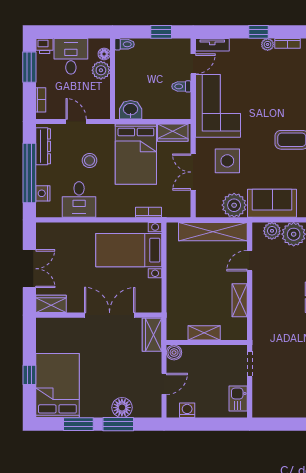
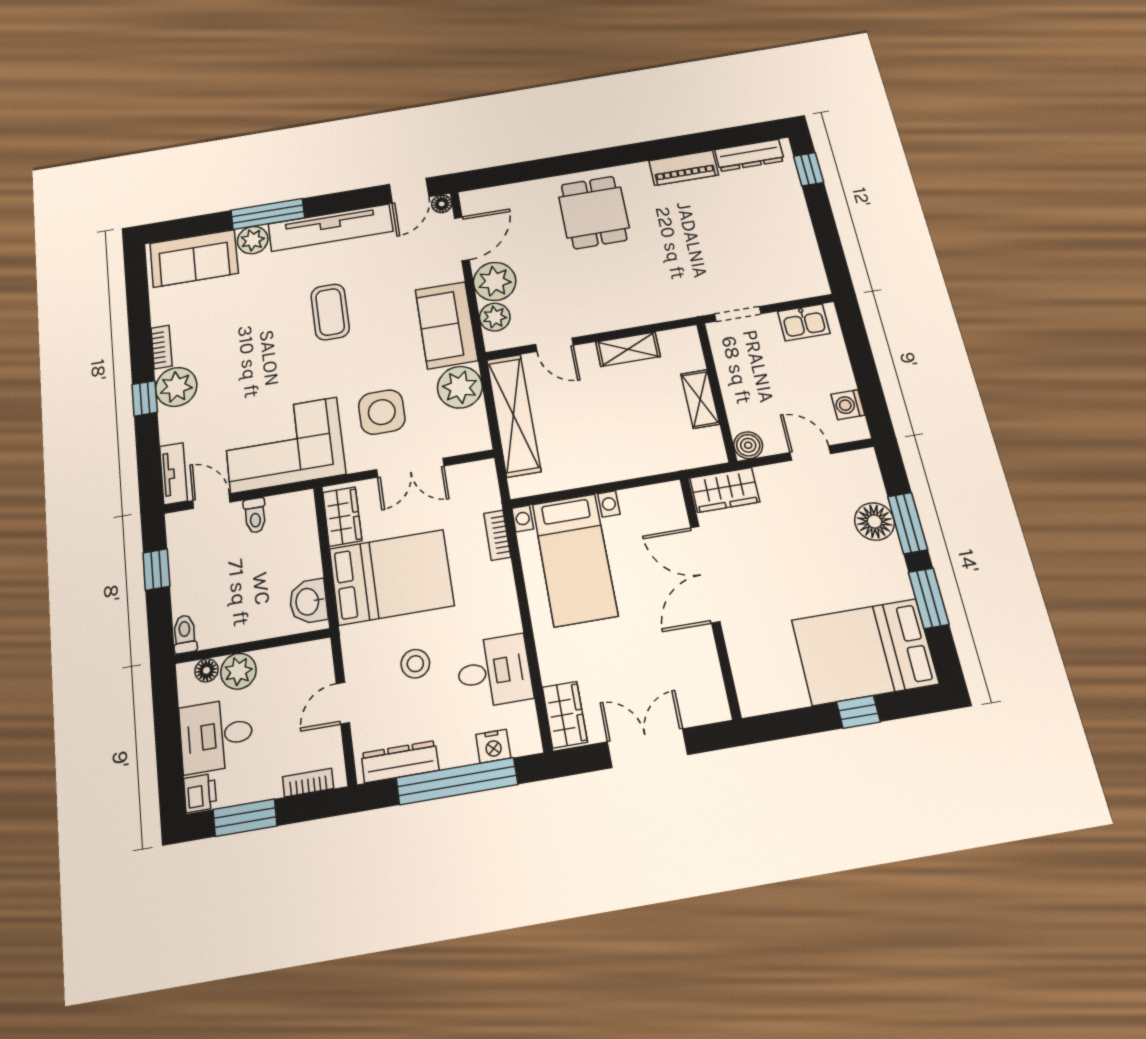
plant: (268, 44) -> (176, 387), width x1.87, depth x1.87
wardrobe: (51, 304) -> (565, 715), moved, turned 180

